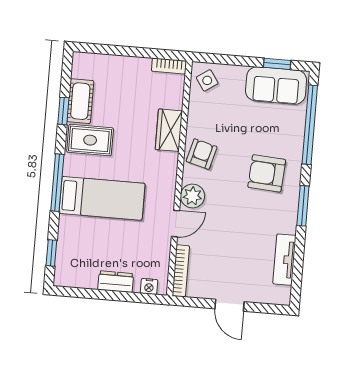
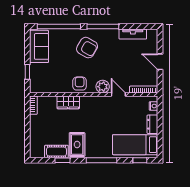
window: (277, 64) -> (27, 72), moved
side table: (207, 80) -> (40, 84), removed
armchair: (202, 154) -> (80, 84), turned 75
armchair: (267, 173) -> (87, 48), turned -64
bed: (102, 198) -> (135, 145), moved, turned -90
window: (303, 206) -> (103, 26), width x1.44
door: (229, 305) -> (160, 62), swing flipped

